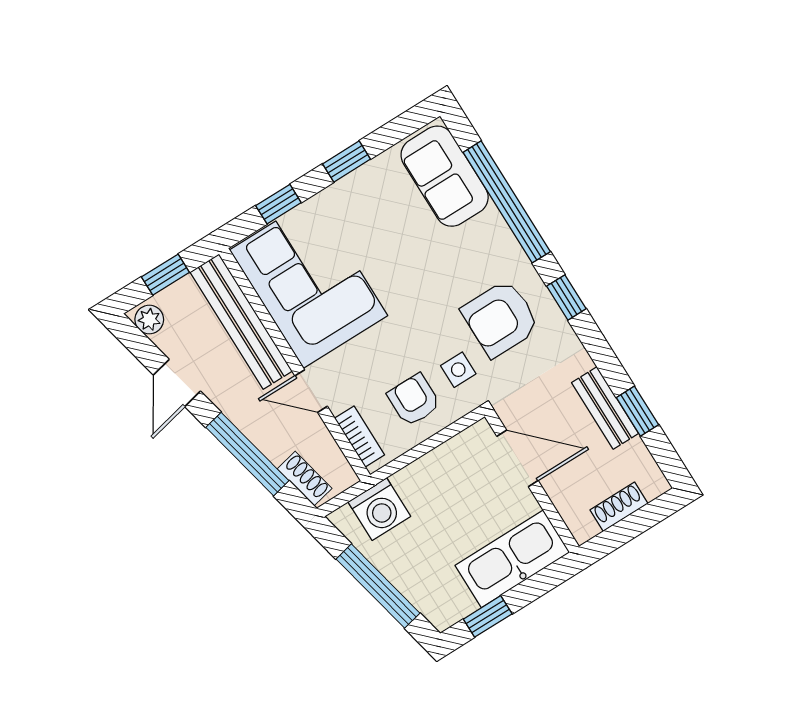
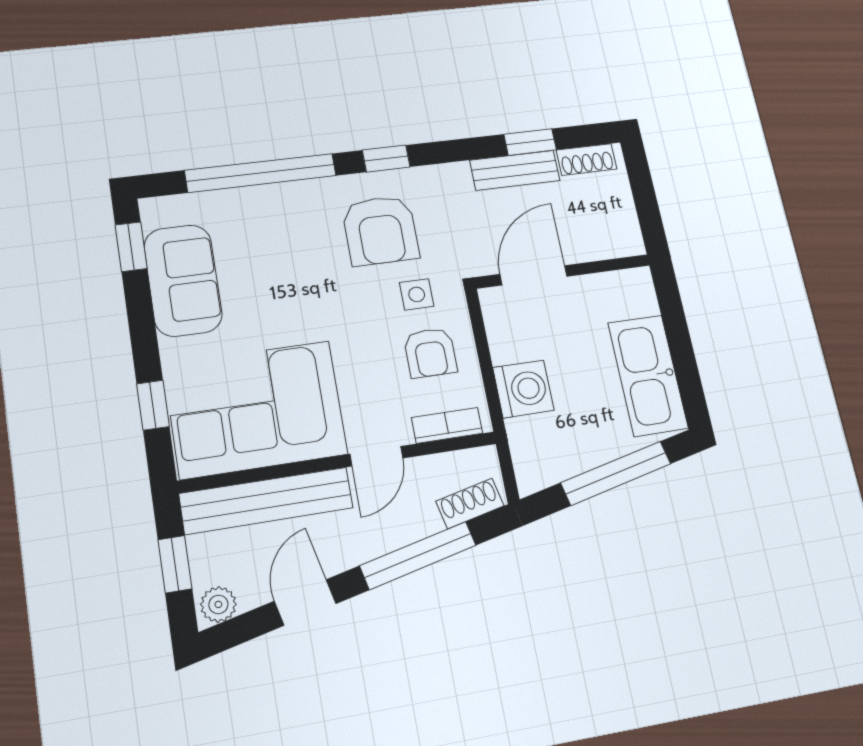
window: (347, 162) -> (131, 247), moved
sofa: (445, 176) -> (183, 280), moved, turned -90
door: (177, 383) -> (305, 602), swing flipped
armchair: (414, 400) -> (430, 353), turned -90
shoe rack: (619, 507) -> (587, 160), moved, turned -90
washing machine: (379, 509) -> (523, 389), moved
kitchen sink: (512, 559) -> (648, 375), moved
window: (488, 616) -> (687, 374), removed

